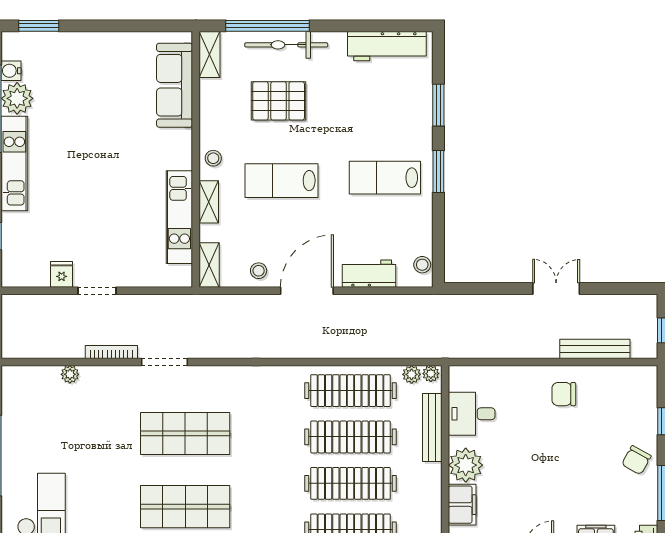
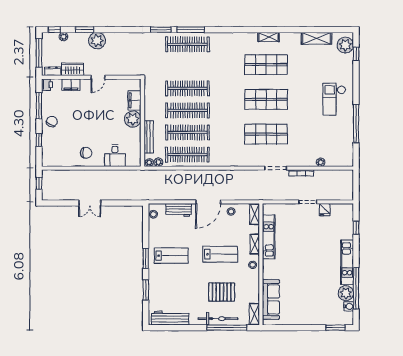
bench: (595, 349) -> (71, 174), removed
desk: (472, 414) -> (115, 155), moved, turned 90

